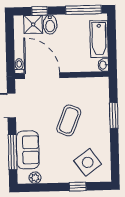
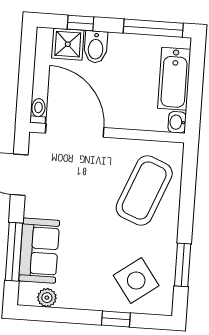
window: (114, 115) -> (183, 265), moved
coffee table: (69, 120) -> (144, 191), moved, width x1.36, depth x1.32

